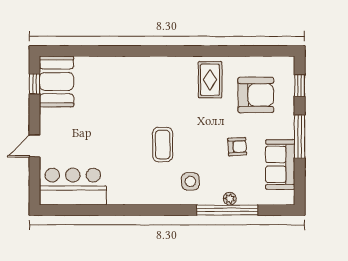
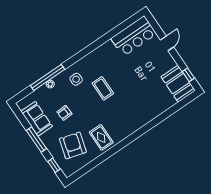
armchair: (256, 95) -> (73, 145), turned 106

